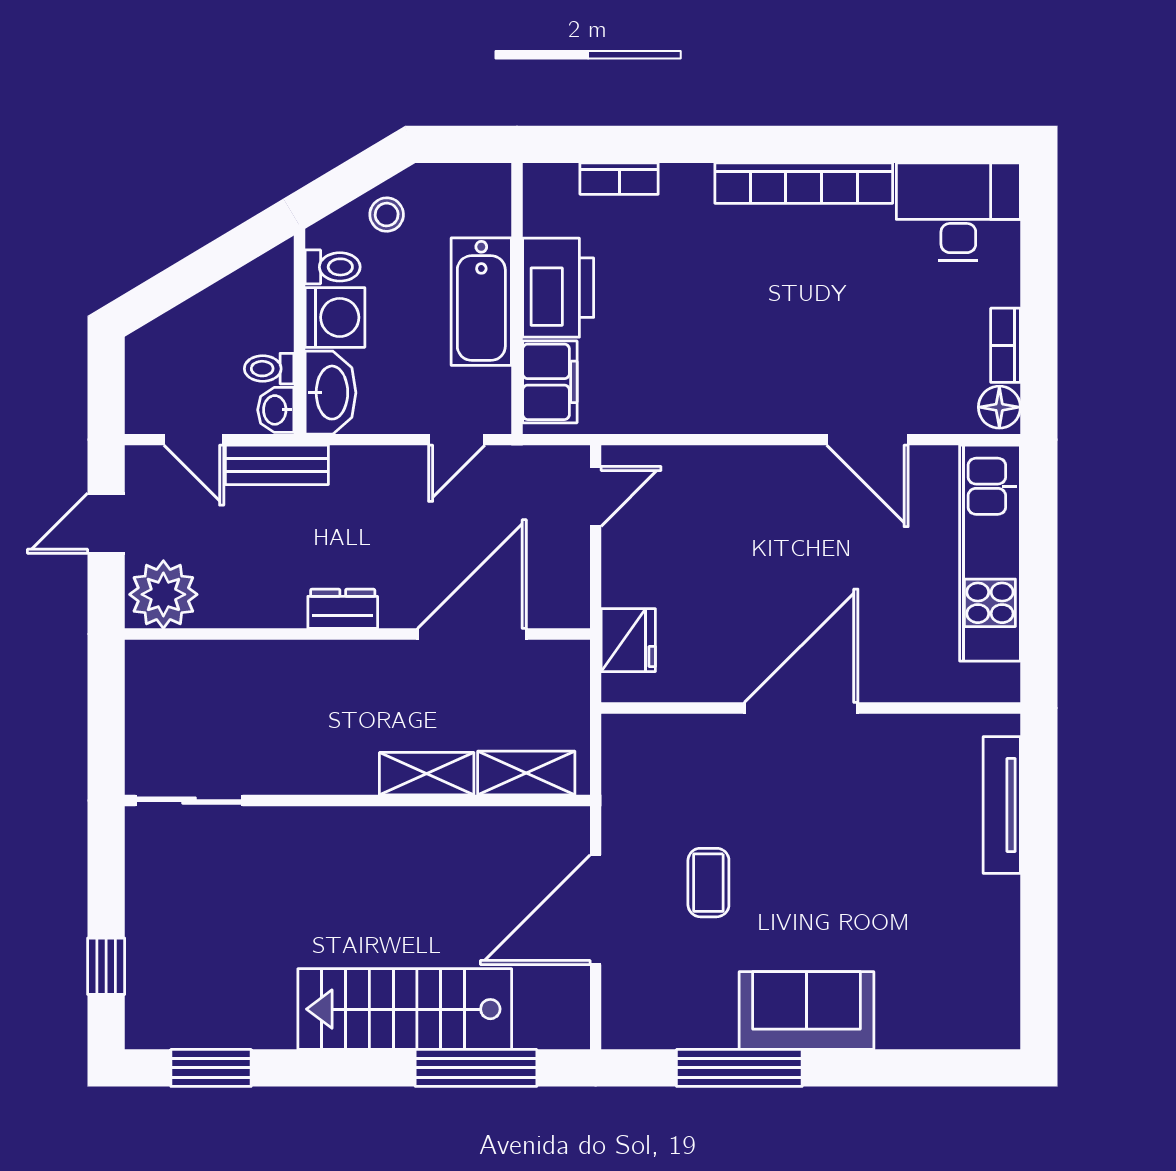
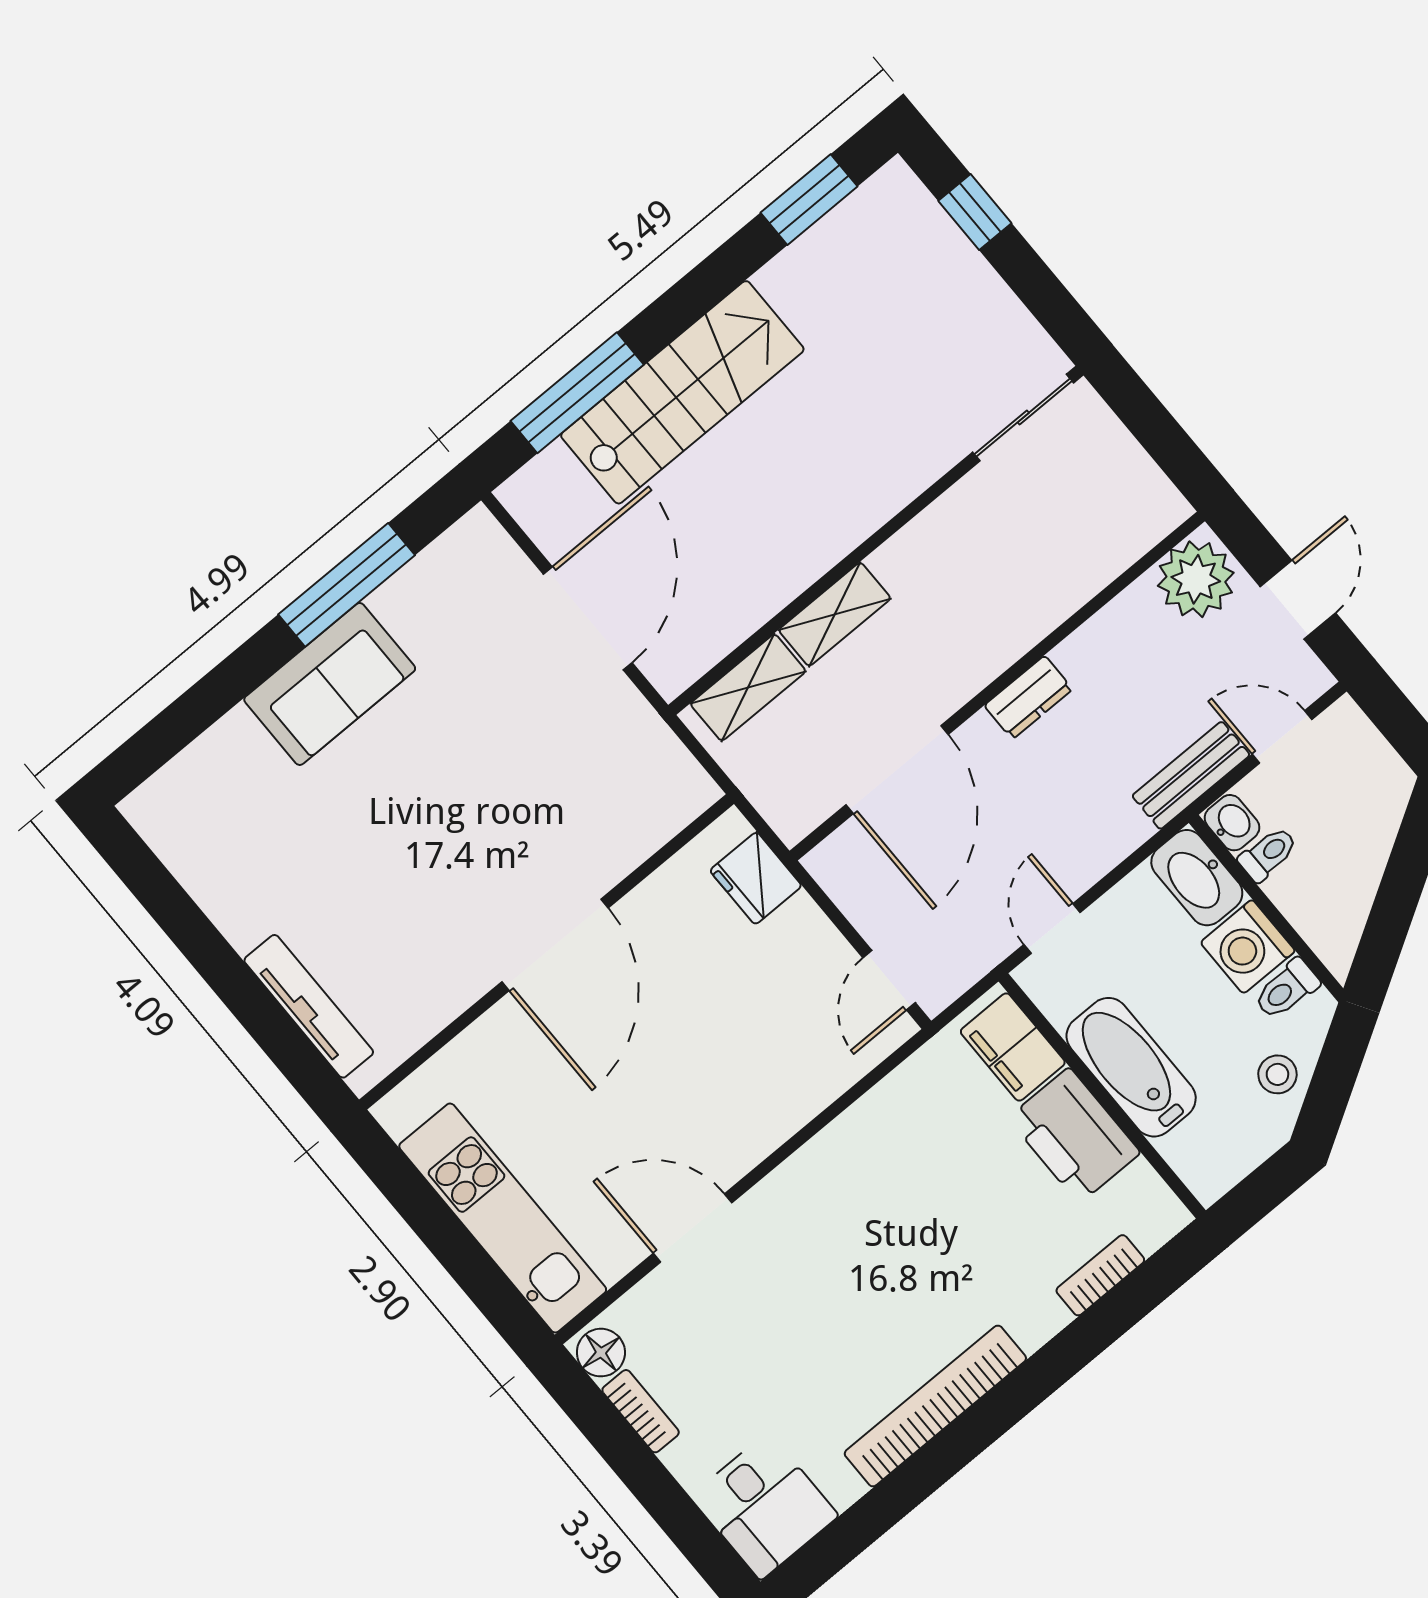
desk: (958, 212) -> (765, 1506), width x0.73
coffee table: (708, 883) -> (509, 724), removed

